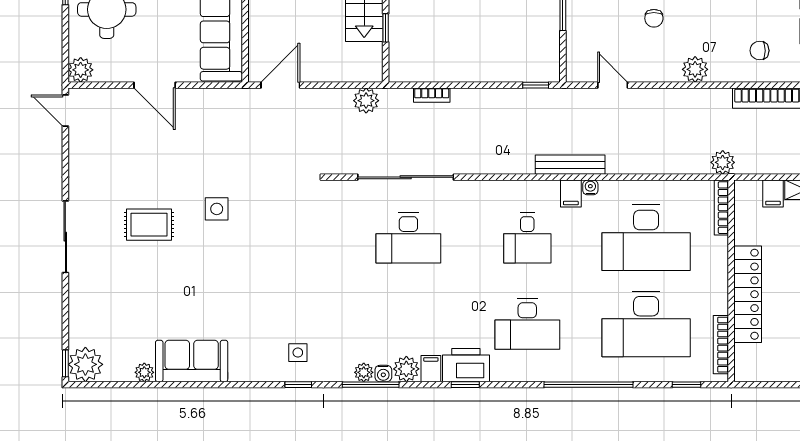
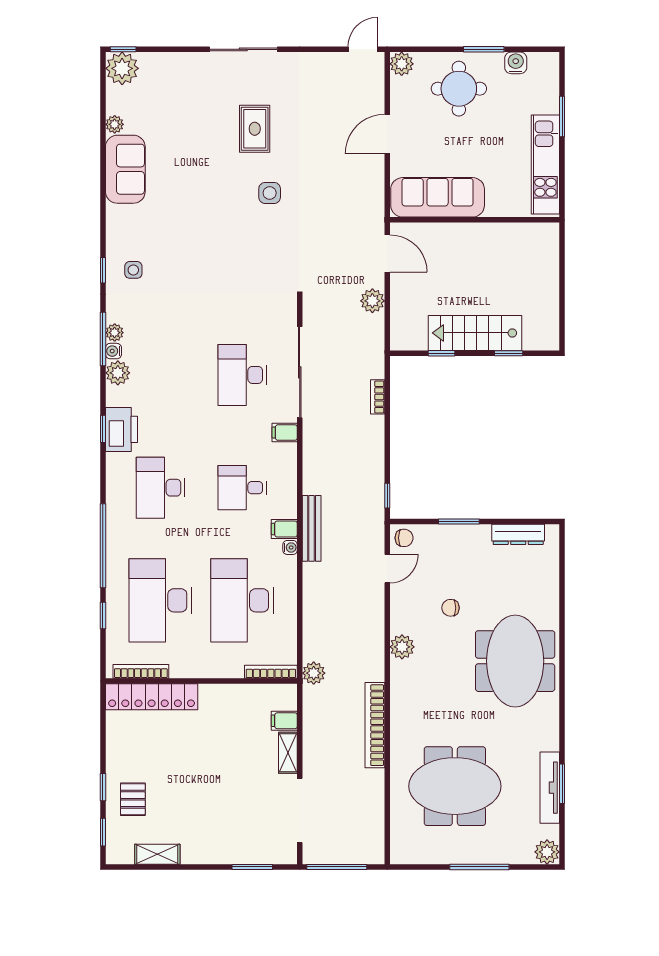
chair: (759, 51) -> (404, 538), moved, turned 90
plant: (366, 101) -> (372, 301), moved
locker: (748, 294) -> (152, 697), moved
filing cabinet: (431, 369) -> (285, 433), moved, turned 180
window: (687, 385) -> (103, 615), moved

